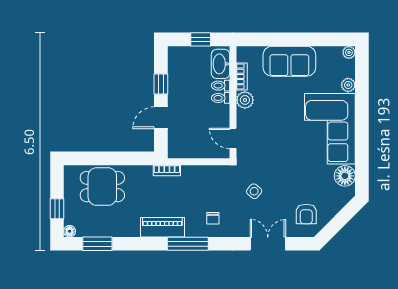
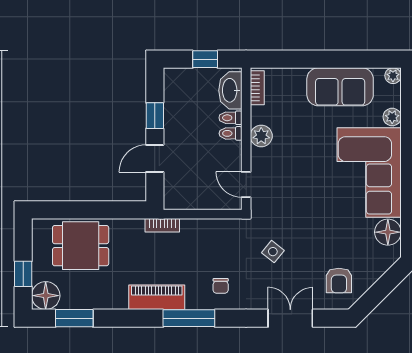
sofa: (289, 61) -> (340, 87), moved
bookcase: (242, 76) -> (257, 88), moved
floor lamp: (70, 231) -> (46, 296), width x1.89, depth x1.89

